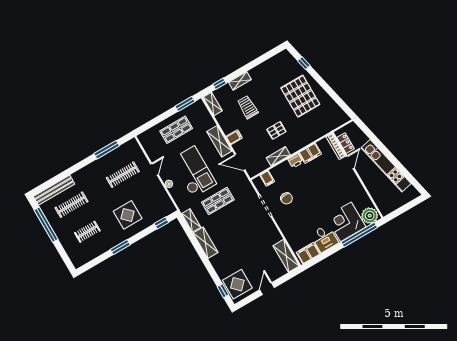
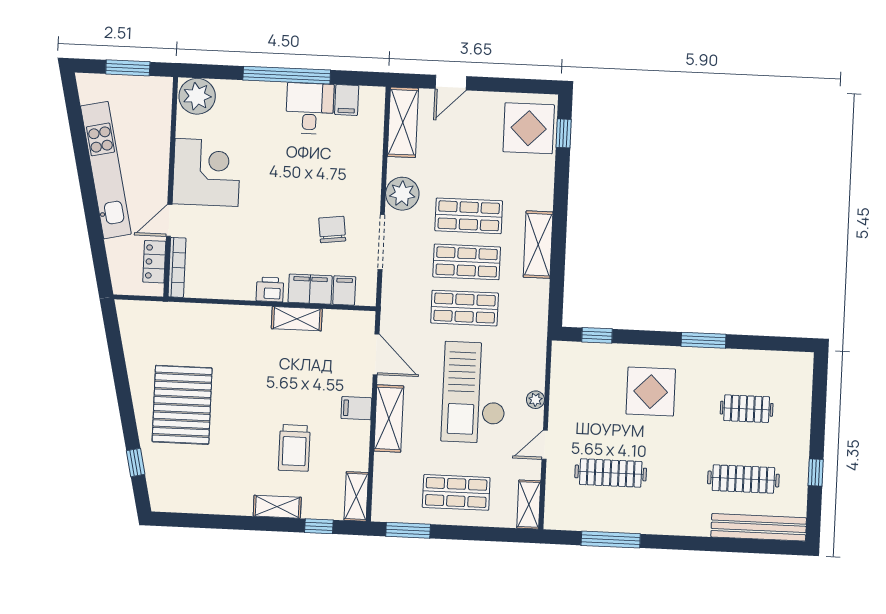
pallet: (276, 130) -> (269, 369), removed
filing cabinet: (310, 153) -> (310, 289), moved
window: (403, 209) -> (128, 68), added
shop shelf: (228, 219) -> (467, 262), added
shelving: (191, 220) -> (529, 504), moved
corner desk: (346, 222) -> (207, 172), moved, turned -90
window: (46, 225) -> (816, 472), width x0.32
plant: (269, 229) -> (402, 194), added
window: (359, 235) -> (287, 75), moved
shop shelf: (239, 237) -> (469, 216), added
filing cabinet: (308, 253) -> (347, 100), width x0.50
door: (267, 289) -> (451, 83), moved

